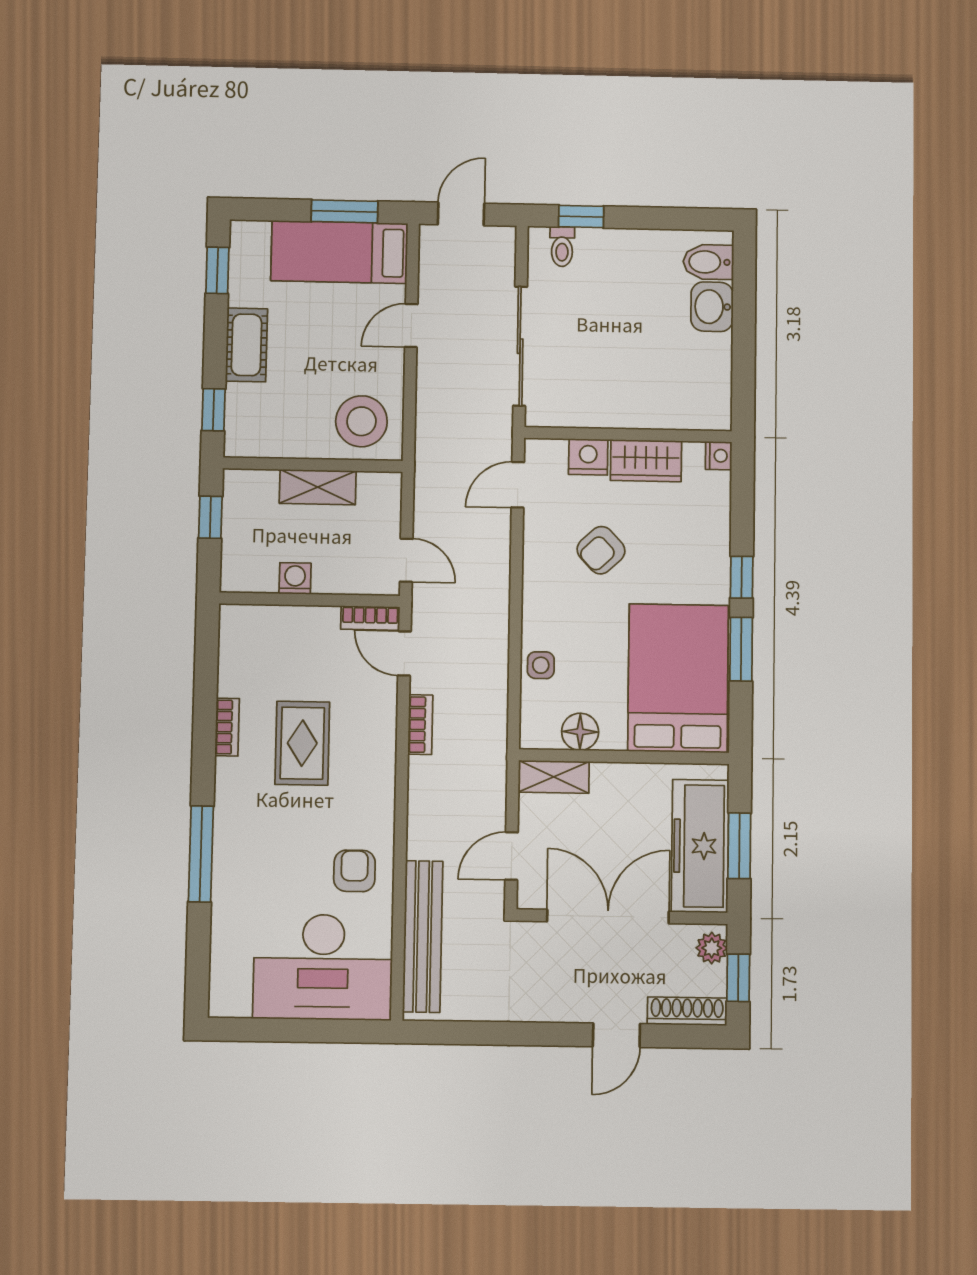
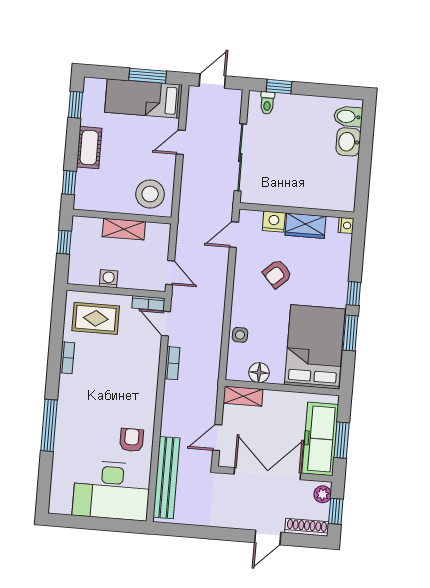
rug: (302, 743) -> (96, 318), moved, turned 90

